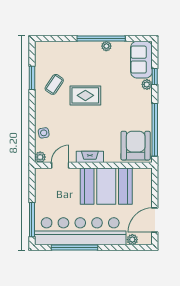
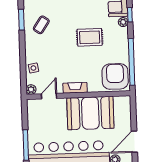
rug: (85, 95) -> (90, 37), moved

